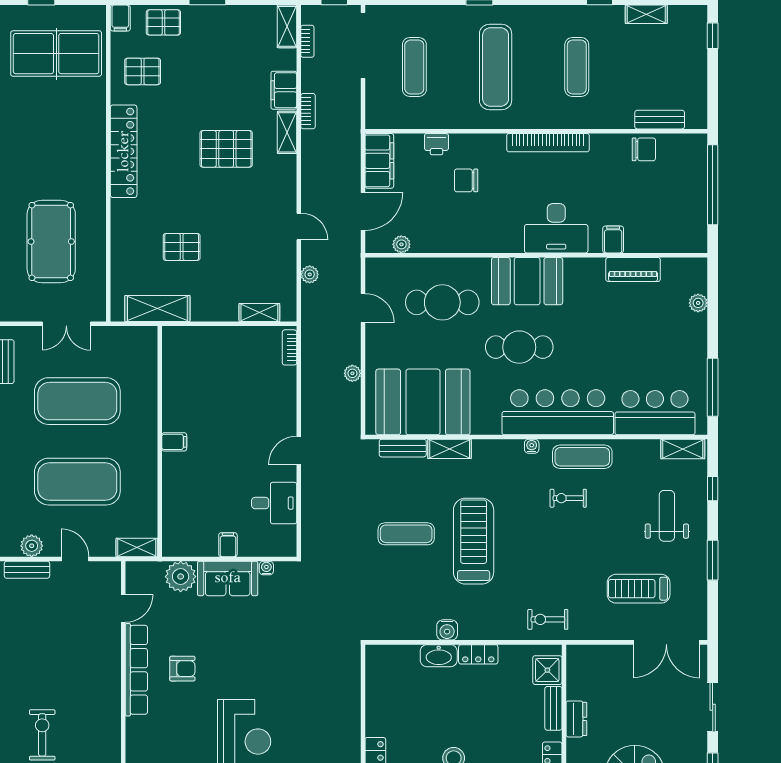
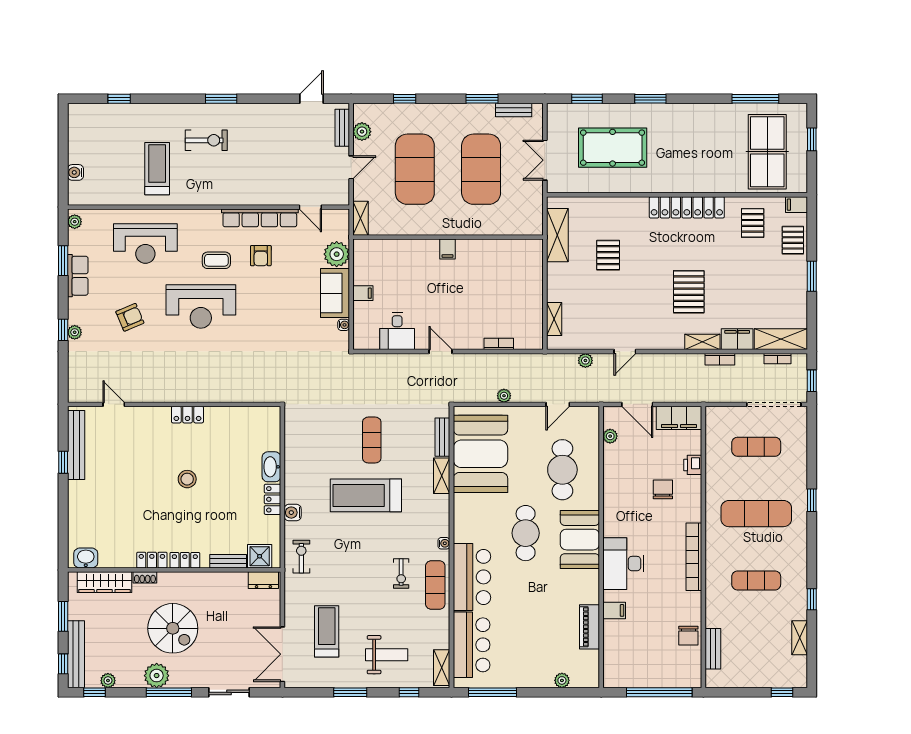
shelving: (287, 26) -> (781, 339), width x1.50, depth x1.33
bookcase: (290, 347) -> (499, 344), moved
bar counter: (558, 412) -> (472, 577), width x0.73
exercise bike: (568, 498) -> (401, 573), turned 180
treadmill: (474, 541) -> (366, 495), turned 180
water cooler: (447, 630) -> (293, 513), moved
dresser: (576, 719) -> (263, 580), moved
coffee table: (188, 723) -> (216, 260), added

